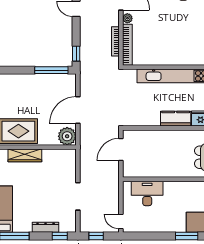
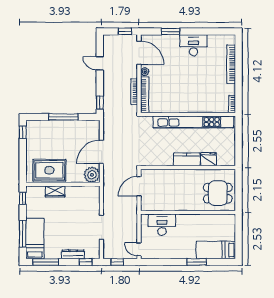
window: (51, 70) -> (63, 117), moved
wardrobe: (25, 155) -> (55, 191), width x0.67

